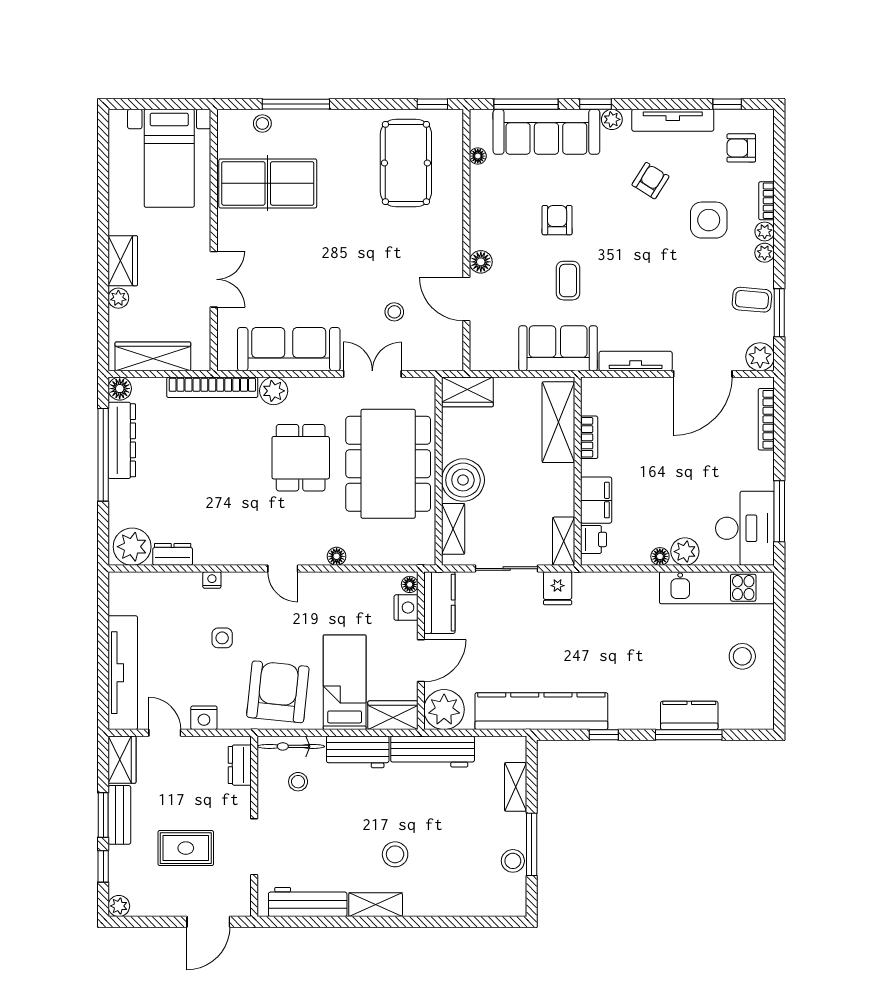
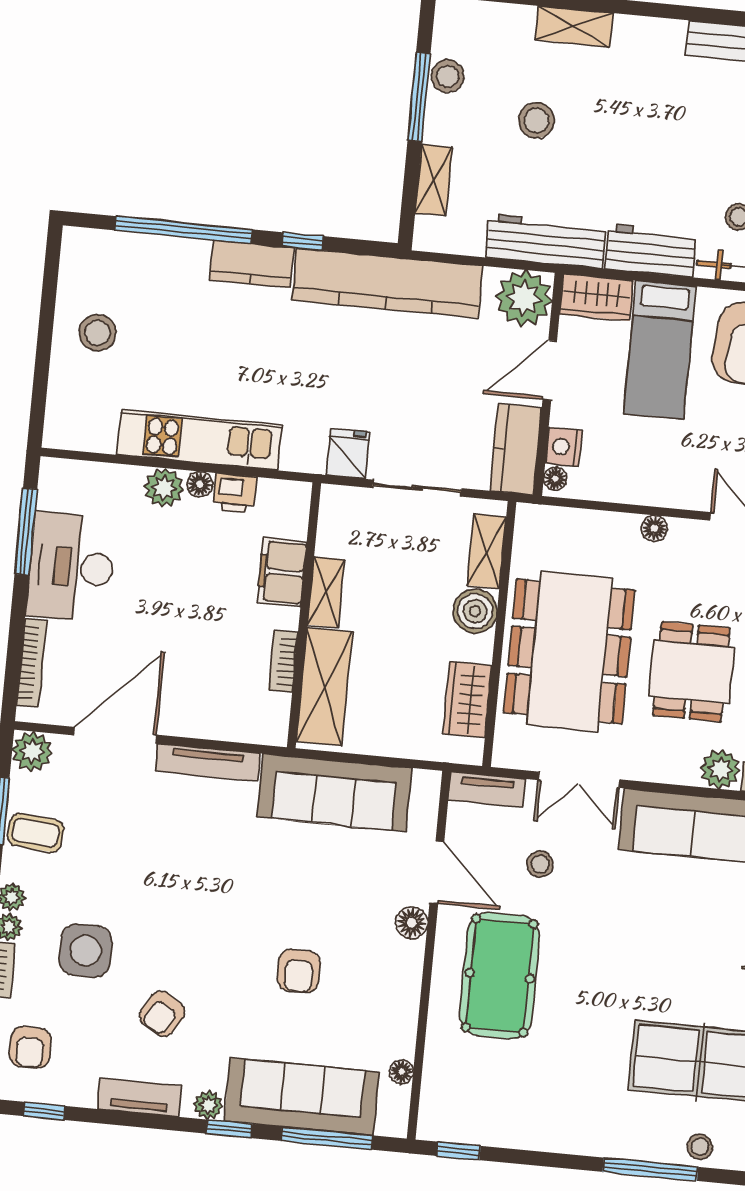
tv unit: (673, 120) -> (139, 1097), width x0.71
armchair: (741, 148) -> (30, 1047), turned 90
pool table: (406, 163) -> (500, 976), moved
coffee table: (568, 281) -> (292, 884), removed
sofa: (558, 348) -> (335, 793), width x1.36
tv unit: (437, 361) -> (487, 790), added
wardrobe: (467, 392) -> (467, 700), moved, turned -90
boiler: (463, 480) -> (475, 611), width x0.73, depth x0.73
desk: (745, 528) -> (71, 567), moved
printer: (594, 539) -> (235, 493), moved, turned -90
shelving: (564, 541) -> (326, 592), moved
kitchen unit: (717, 588) -> (200, 440), moved
kitchen counter: (689, 715) -> (252, 264), moved
window: (689, 735) -> (183, 230), width x1.46
stool: (395, 854) -> (537, 120), moved
shelving: (376, 905) -> (574, 26), moved

